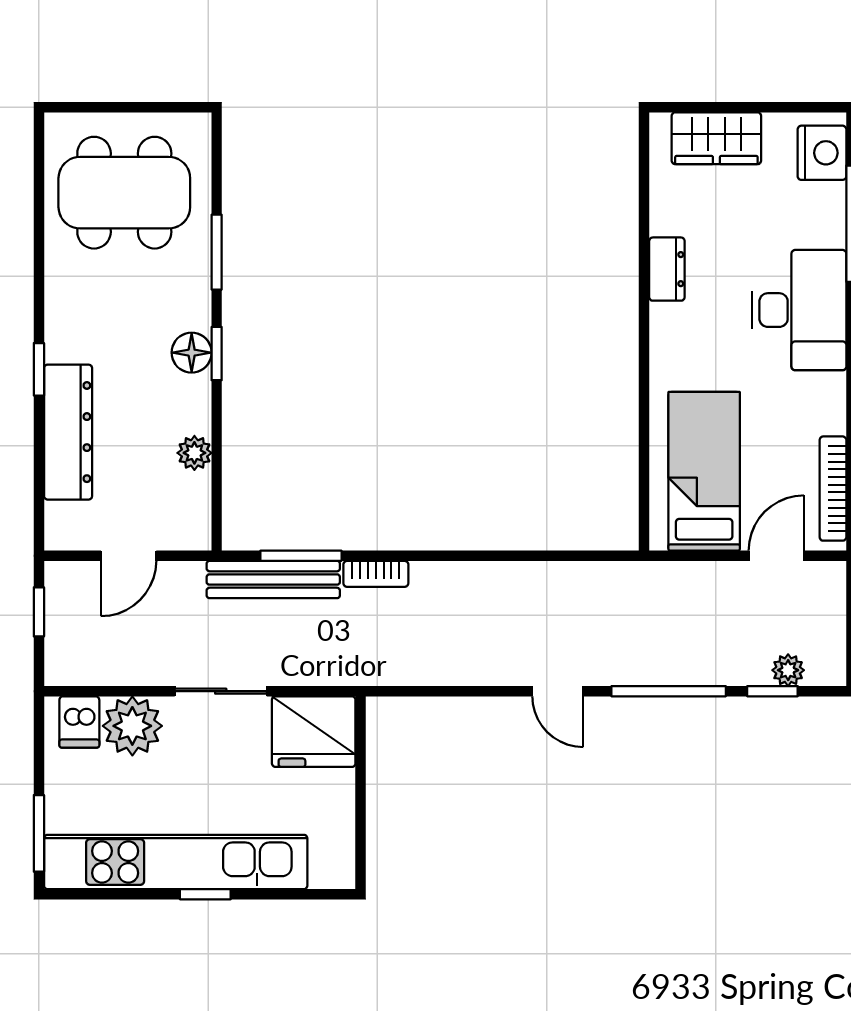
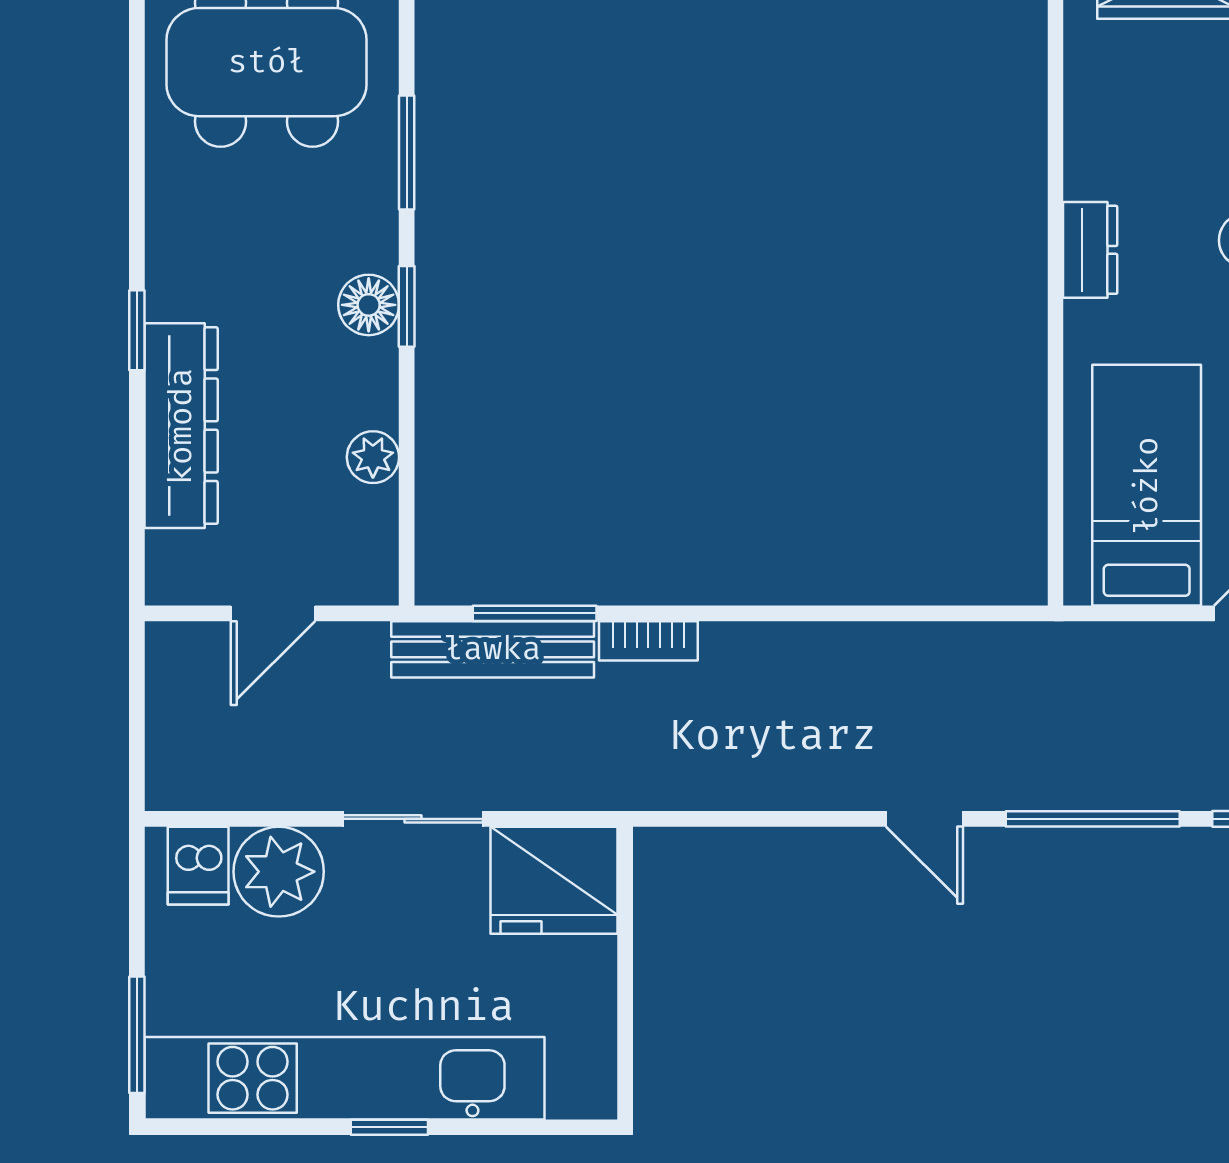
dresser: (667, 269) -> (1090, 250), moved
window: (39, 612) -> (137, 698), removed

